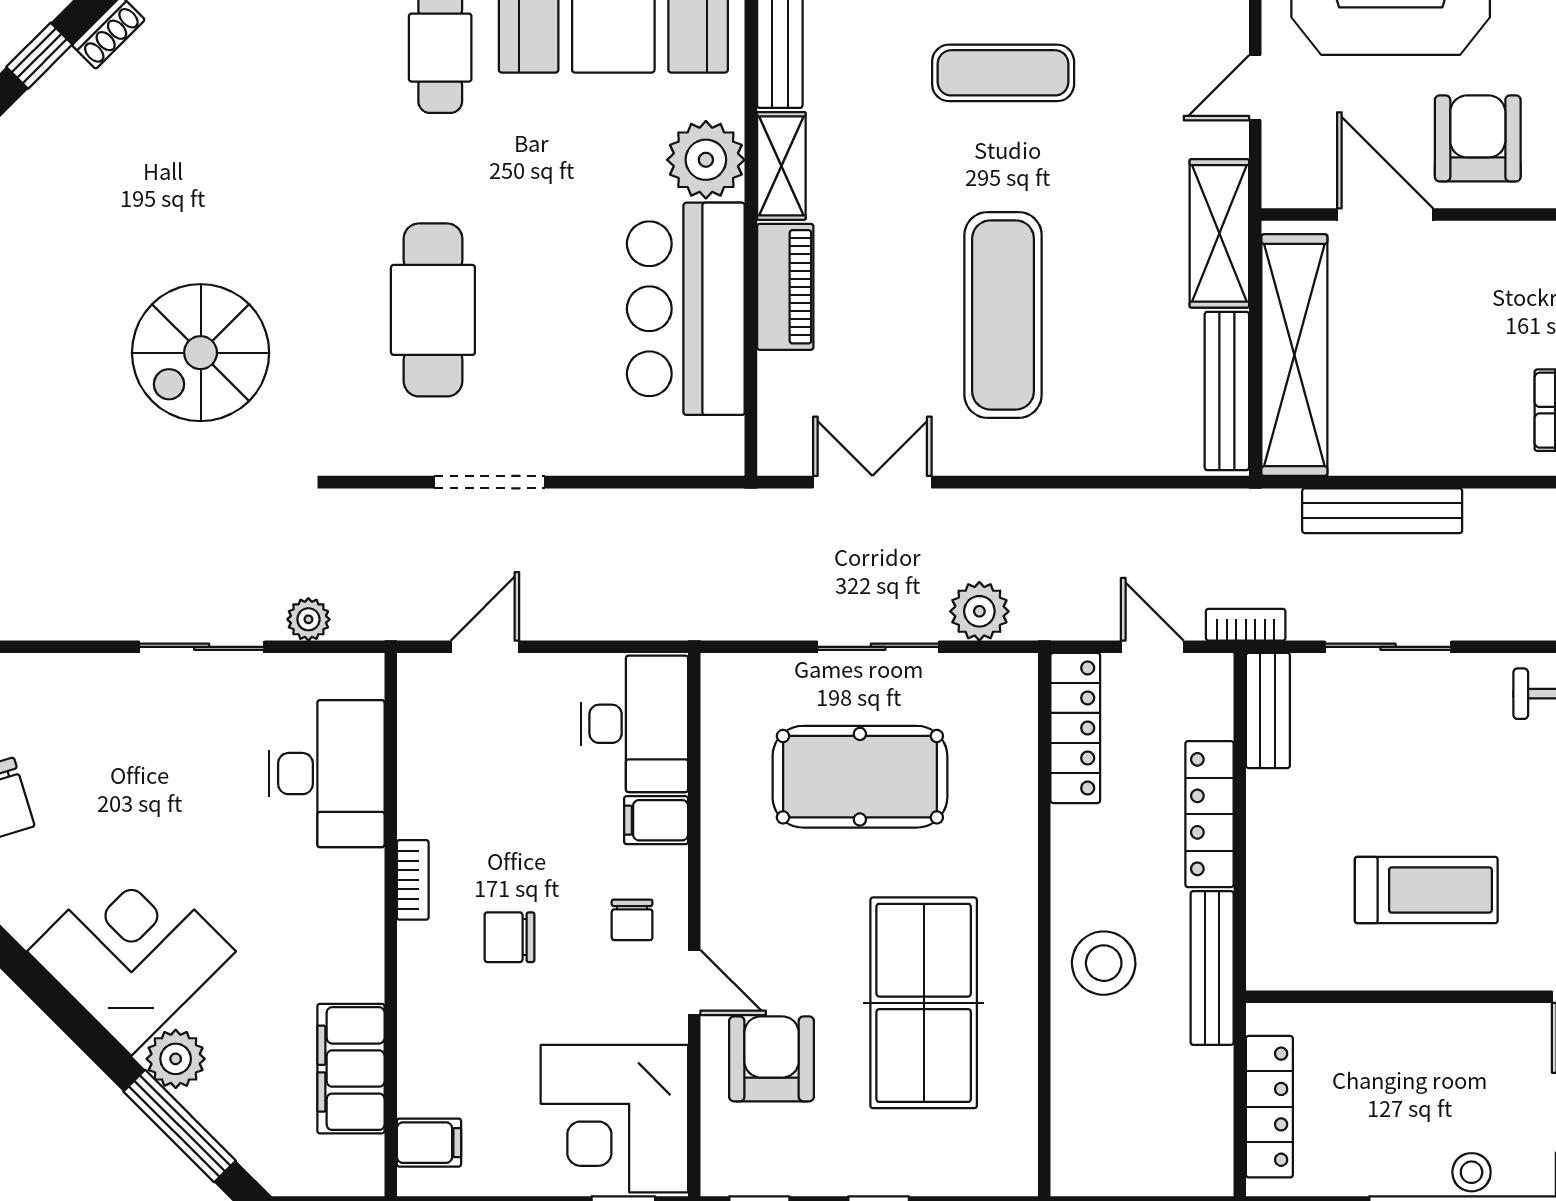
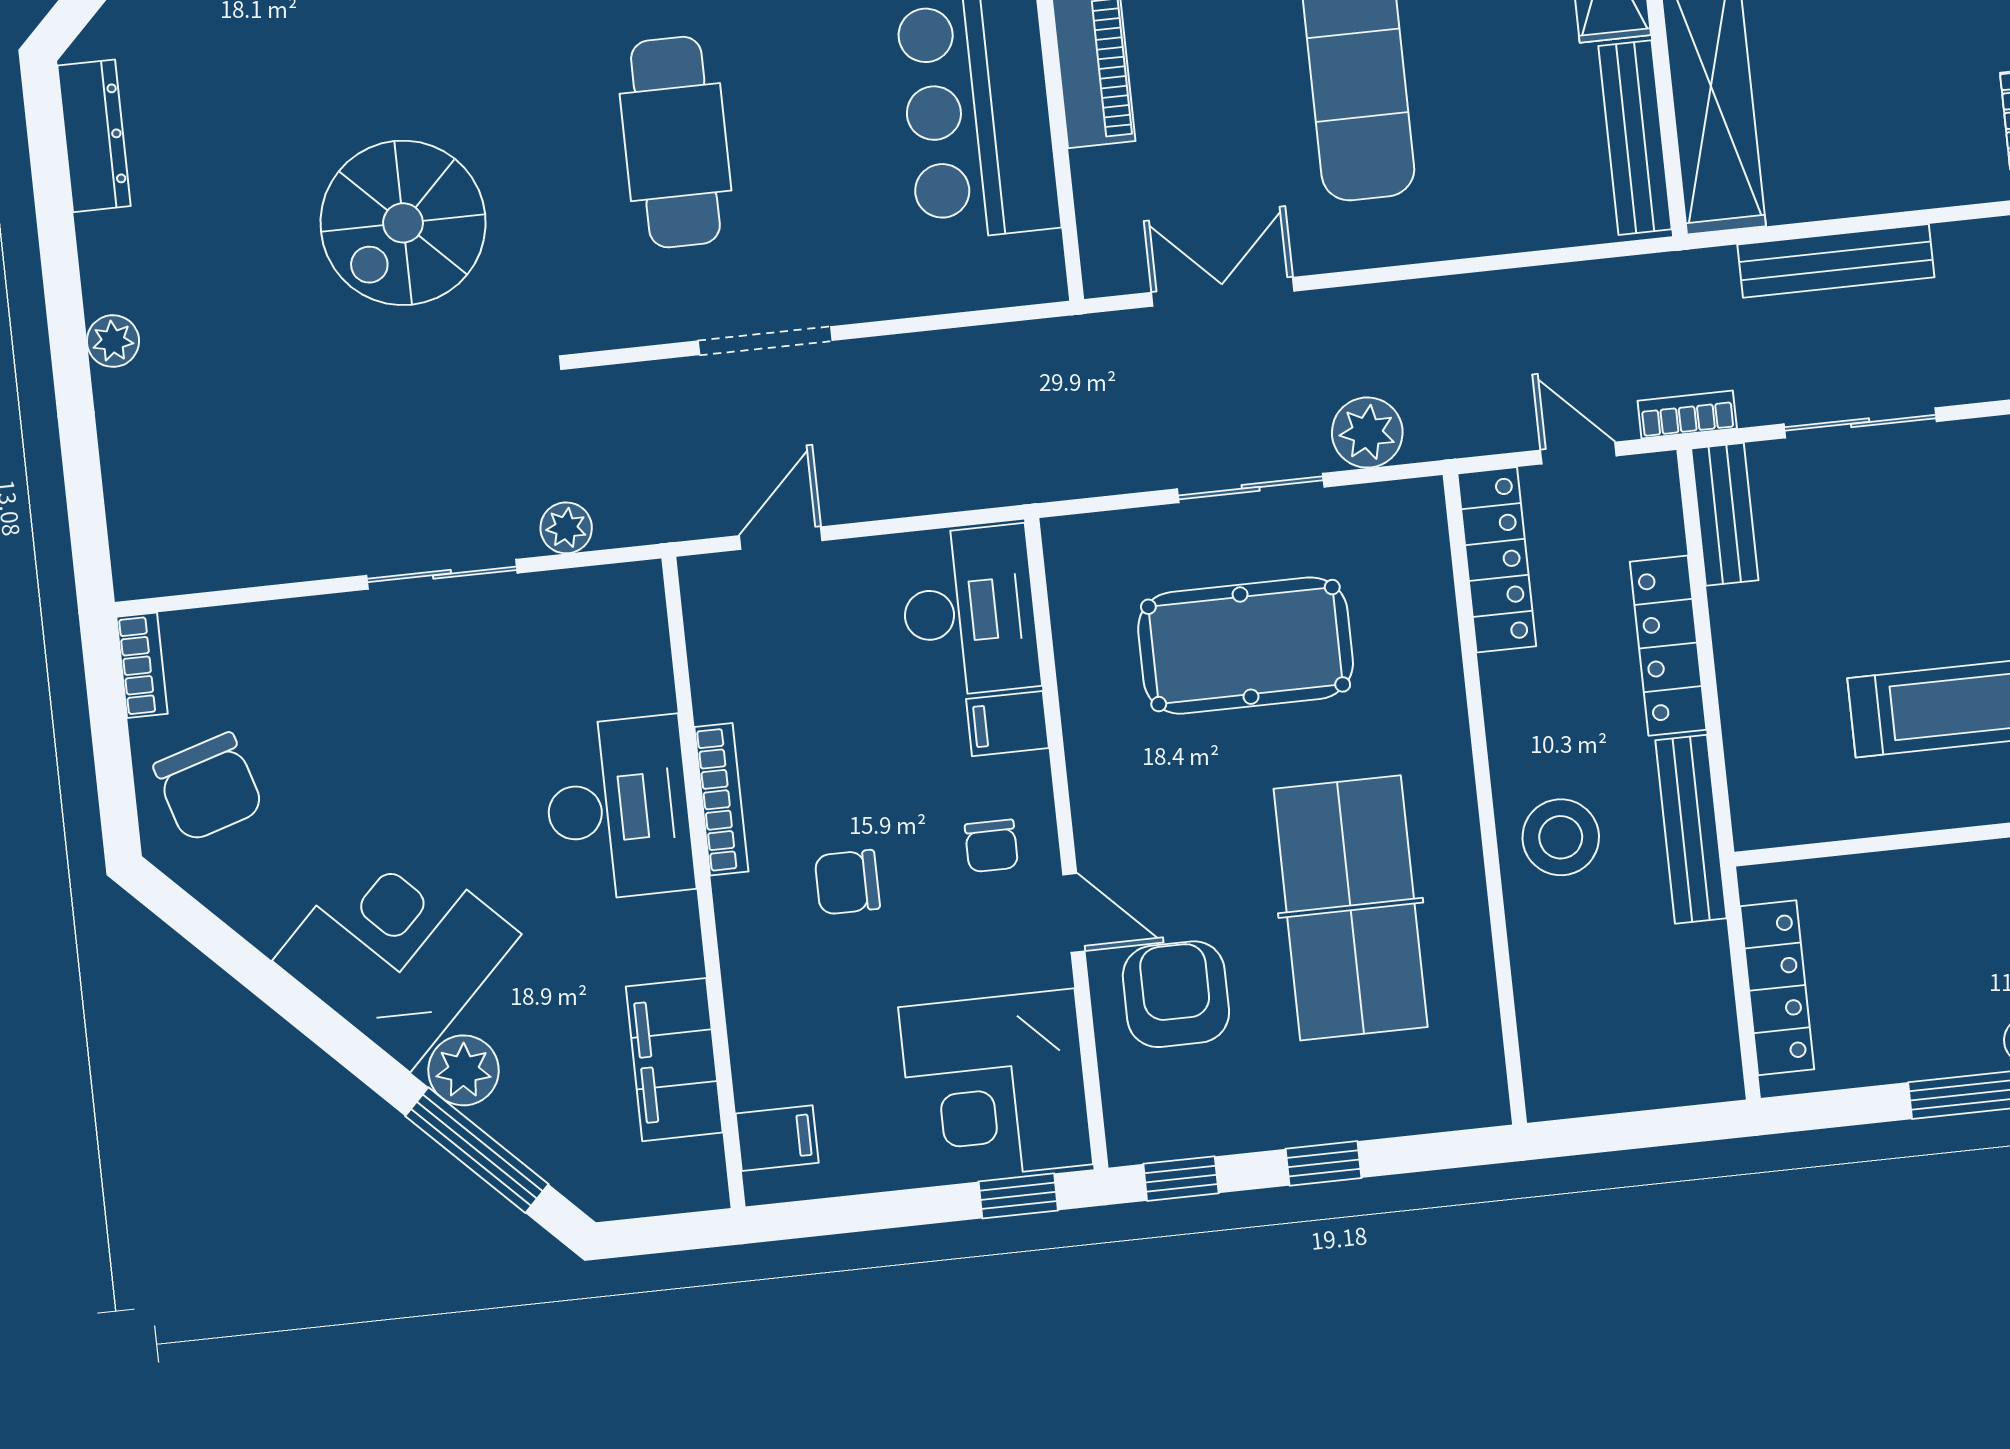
desk: (327, 774) -> (618, 808), moved
bookcase: (413, 880) -> (721, 799), width x1.56

